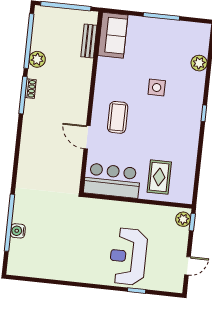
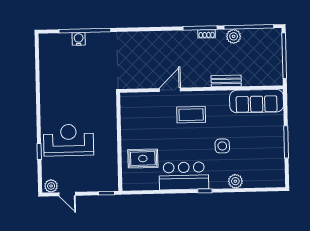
sofa: (113, 35) -> (257, 101), width x1.36
bench: (89, 41) -> (226, 81), moved
plant: (199, 63) -> (235, 181), moved
bar counter: (112, 181) -> (184, 176), moved, turned -90
plant: (183, 219) -> (51, 186), moved

